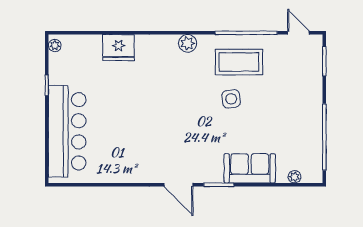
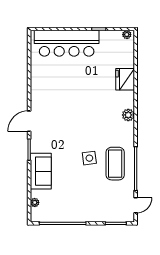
plant: (188, 43) -> (128, 115), moved

